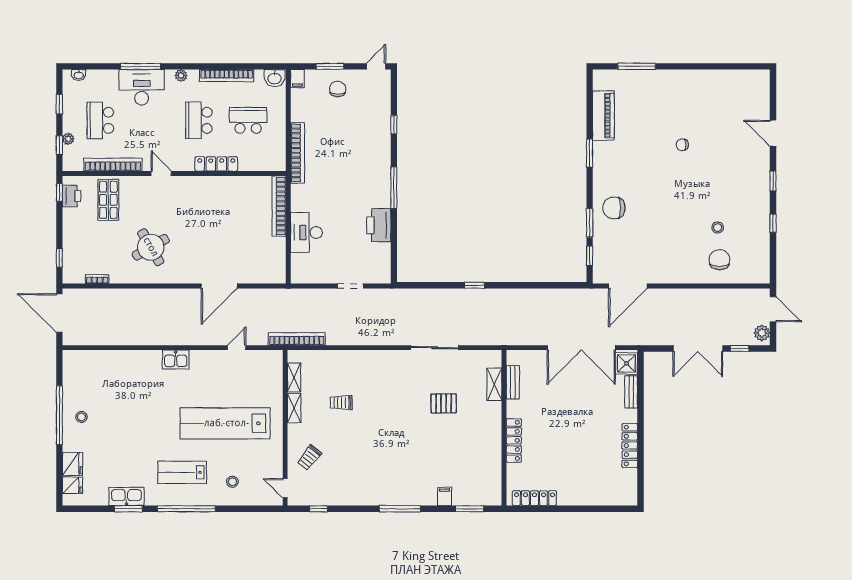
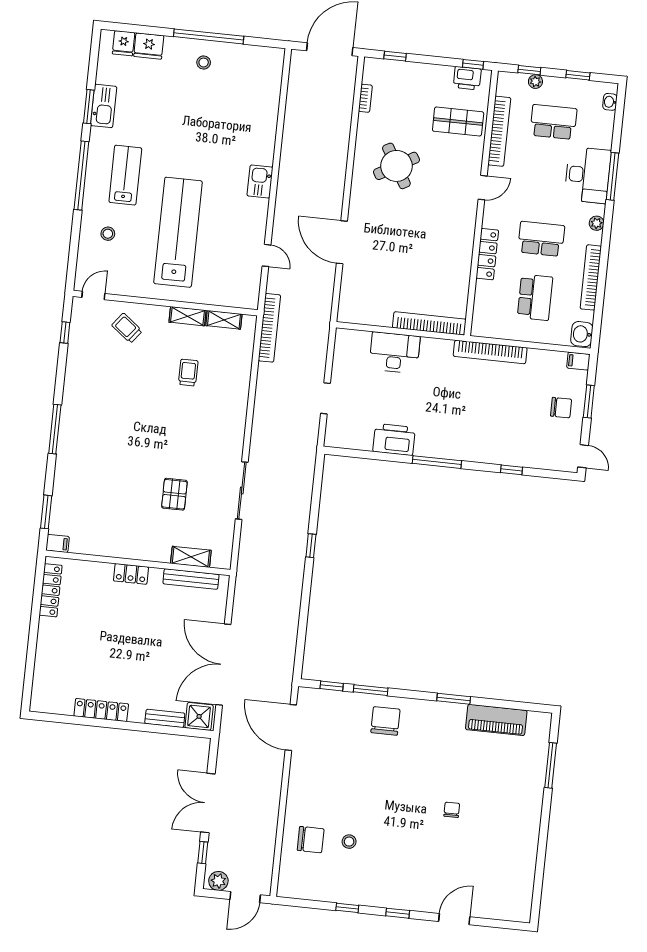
bench: (513, 382) -> (191, 579), width x1.36
locker: (514, 440) -> (131, 574), width x0.66
filing cabinet: (444, 496) -> (58, 543), moved

